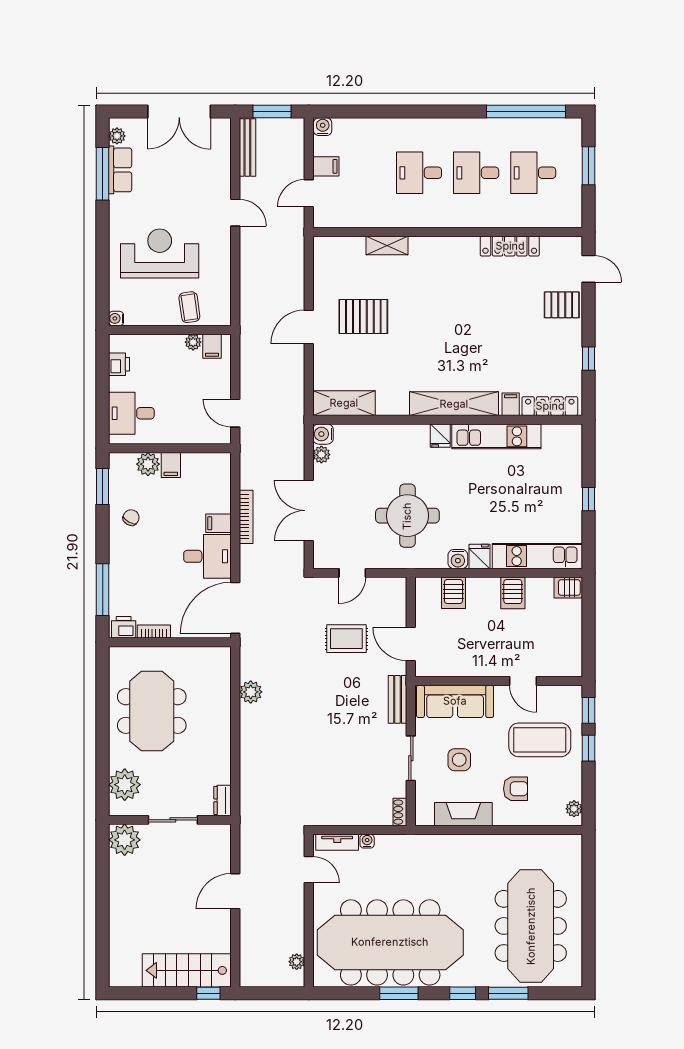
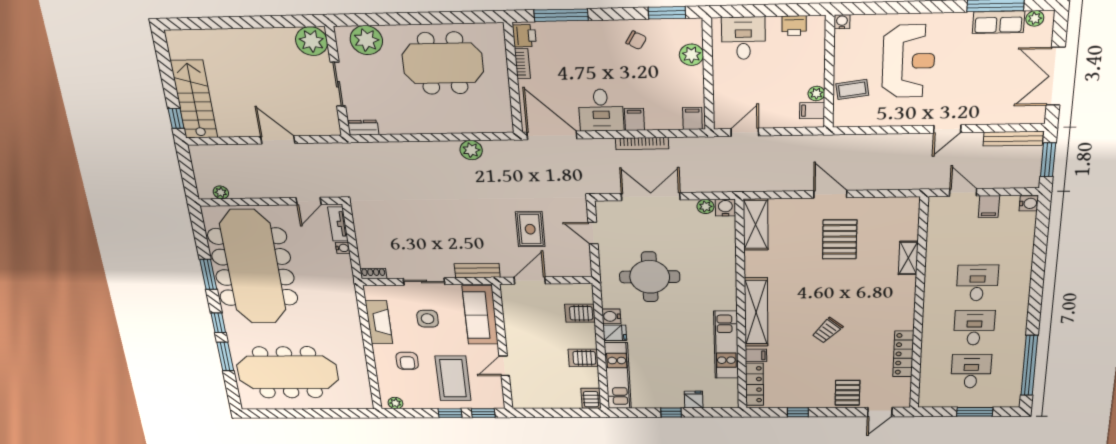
trolley: (478, 328) -> (827, 330), added
fridge: (440, 436) -> (694, 400), moved, turned 90
filing cabinet: (171, 465) -> (692, 118), moved, turned 90

